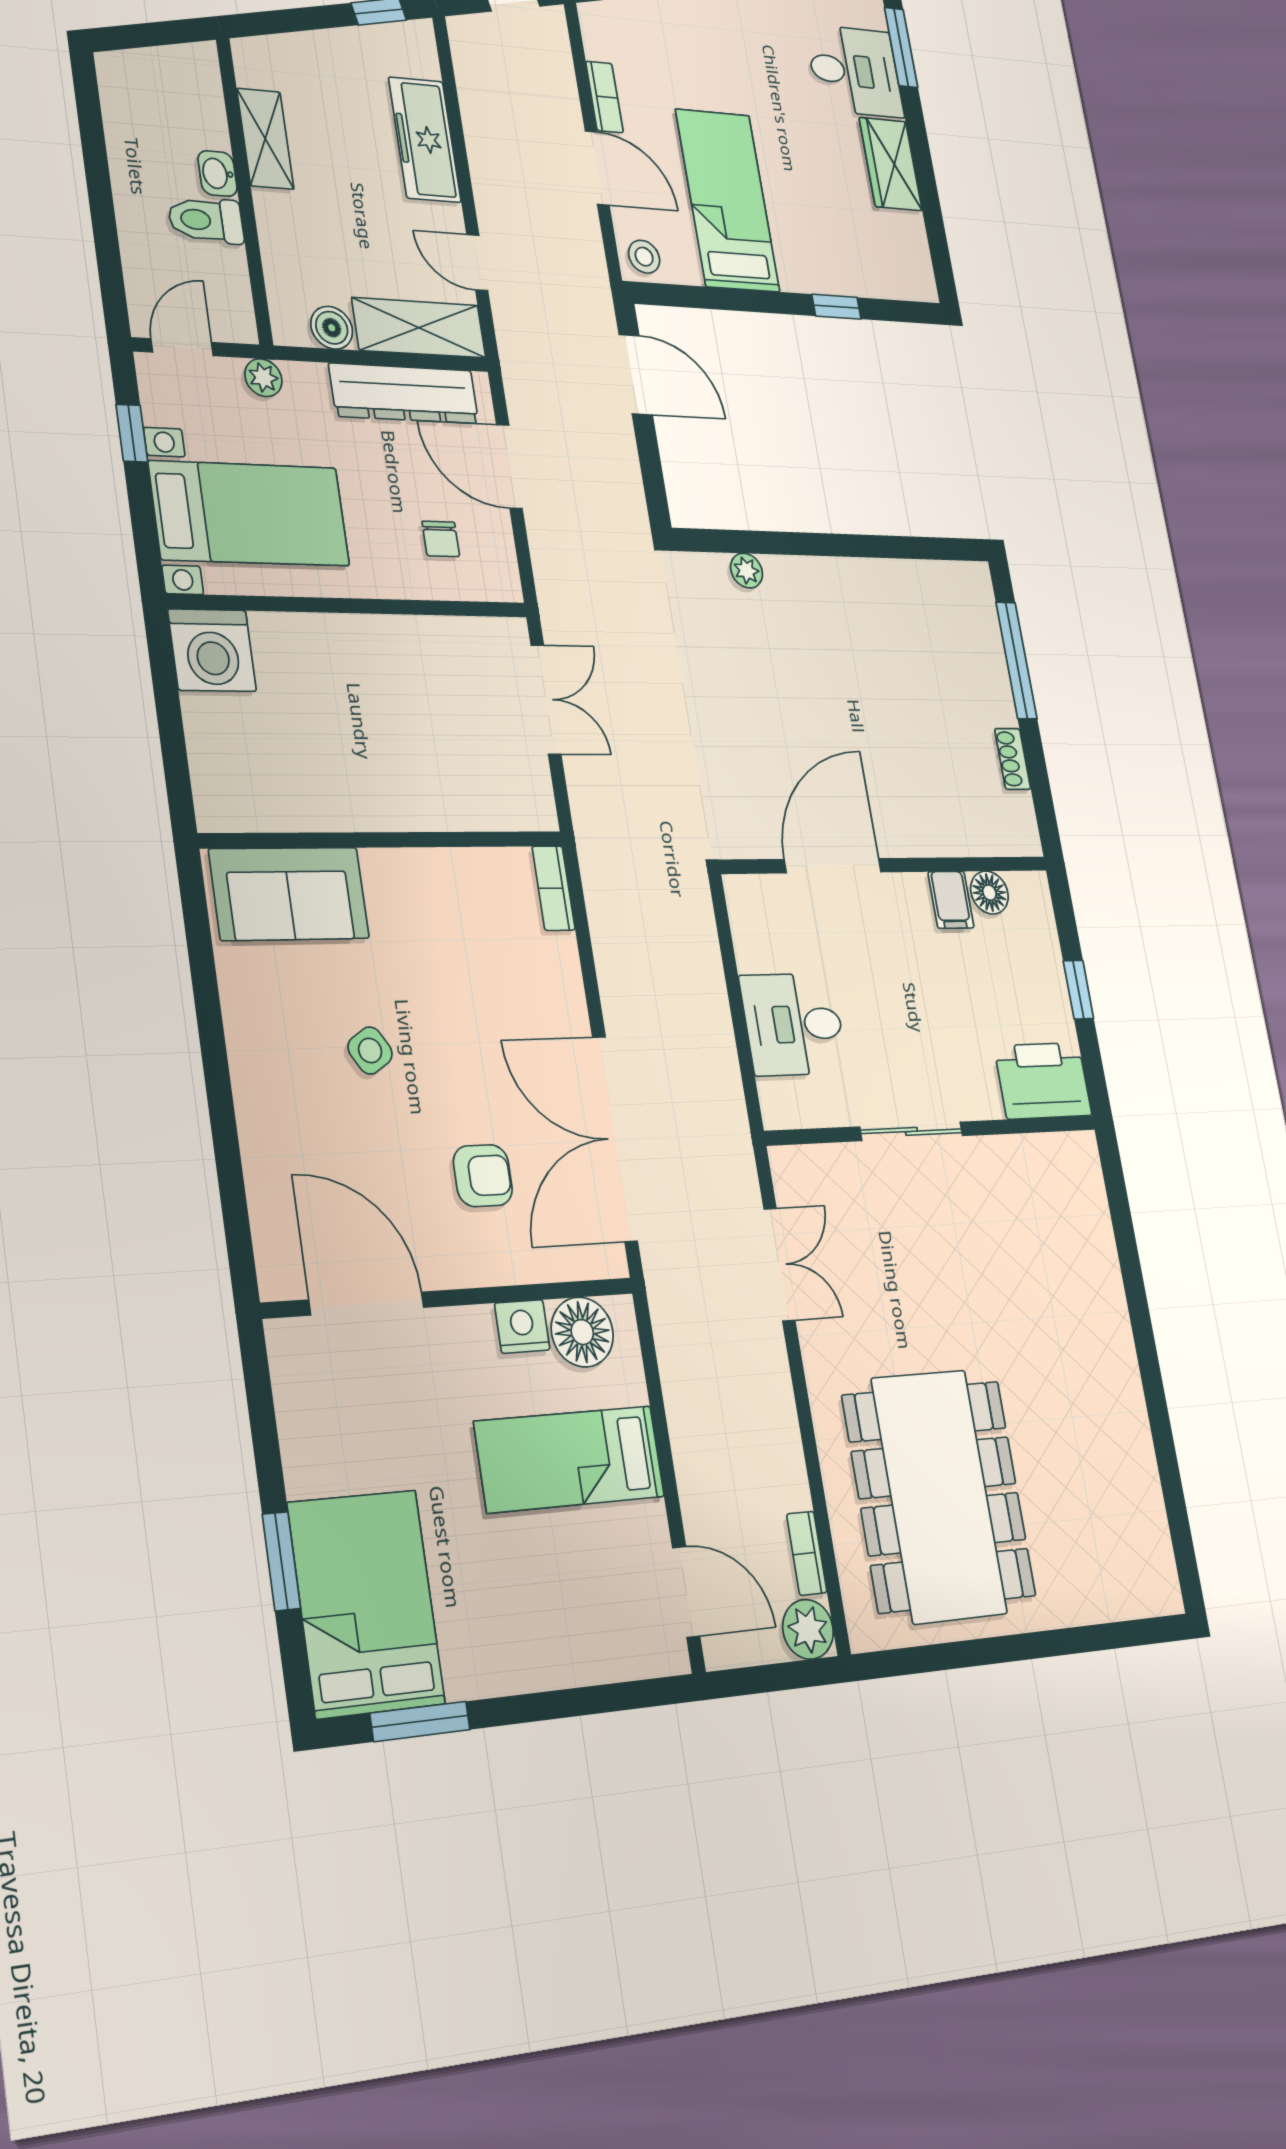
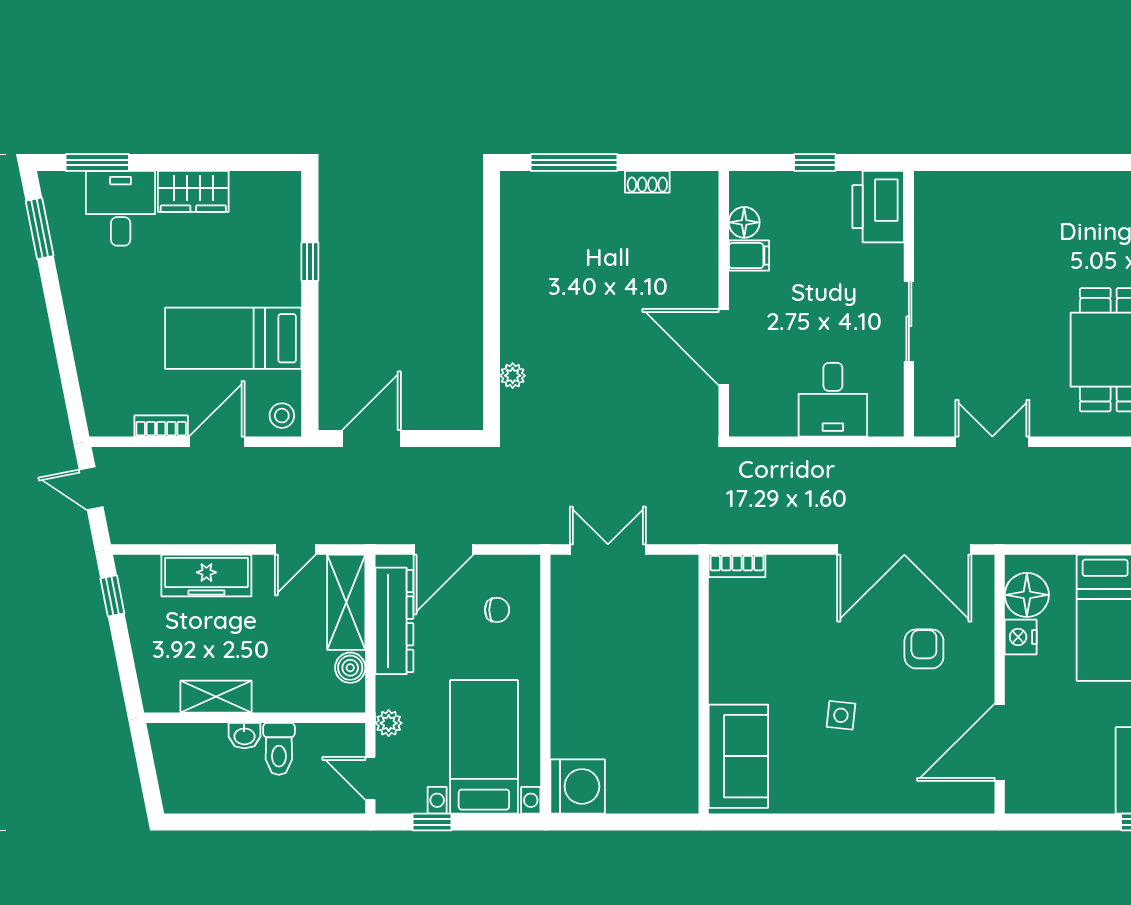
side table: (370, 1050) -> (841, 715), turned 38

